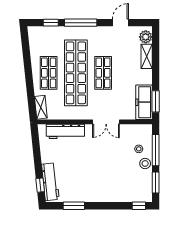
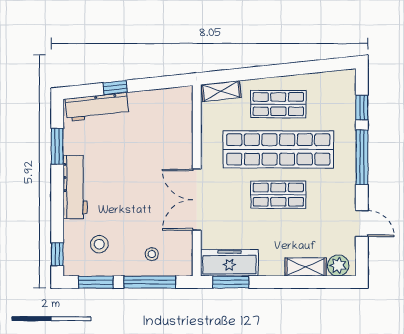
double door: (106, 122) -> (197, 200), width x1.37
workbench: (65, 131) -> (75, 187), moved, turned 180
stool: (145, 164) -> (99, 244), moved
window: (40, 185) -> (115, 88), moved

